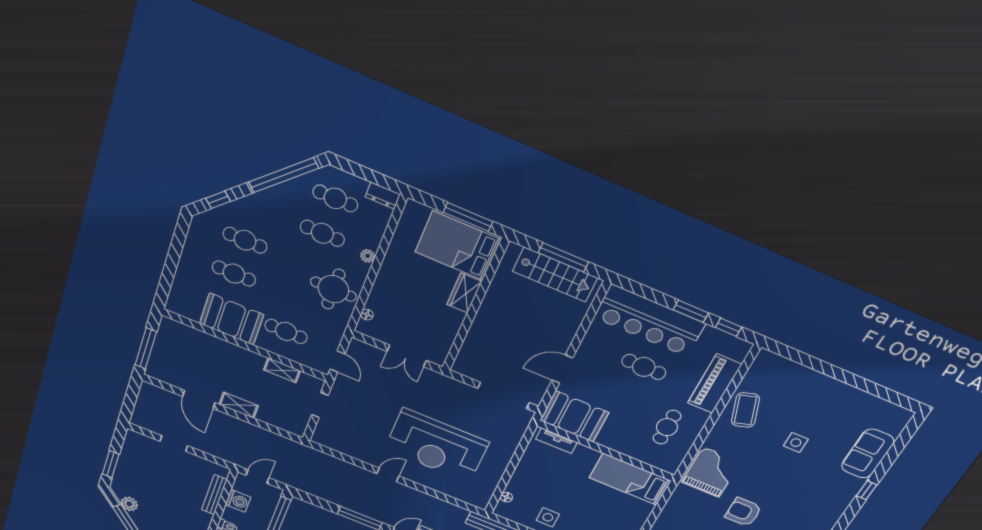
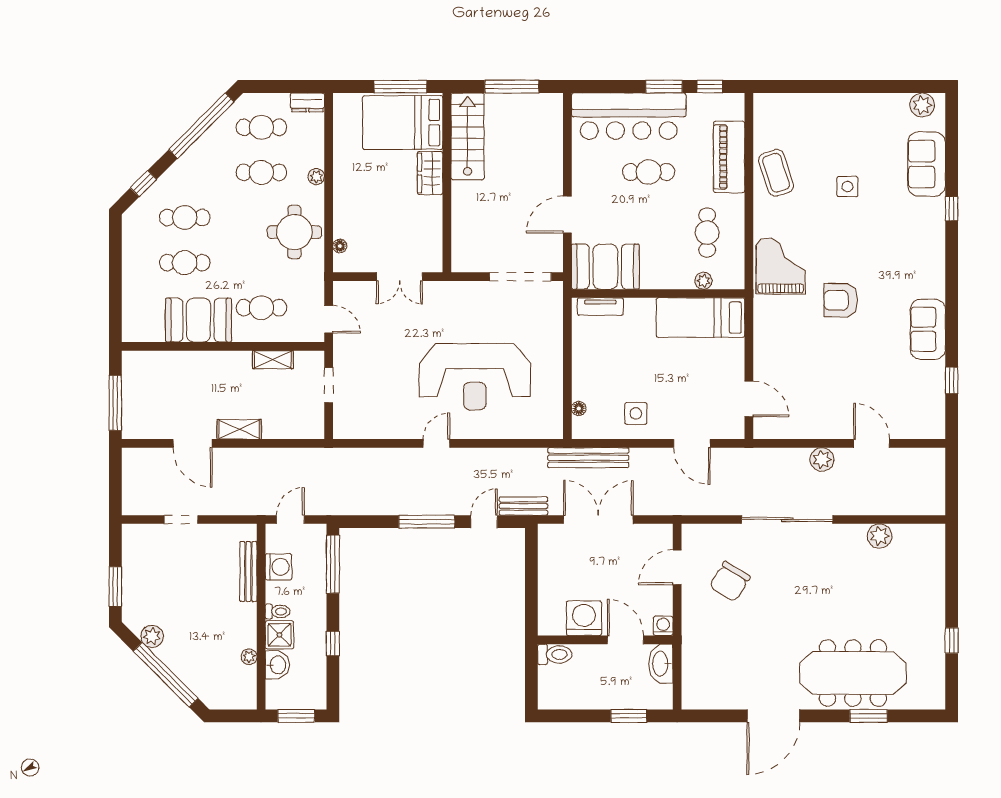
stairs: (555, 275) -> (468, 136), moved, turned -90
plant: (892, 413) -> (922, 105), added
plant: (646, 457) -> (703, 281), added

